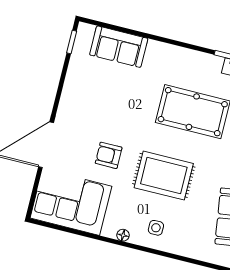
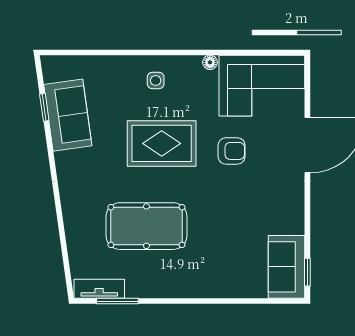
sofa: (119, 47) -> (286, 267), moved, turned -90
floor lamp: (123, 235) -> (210, 62), moved

